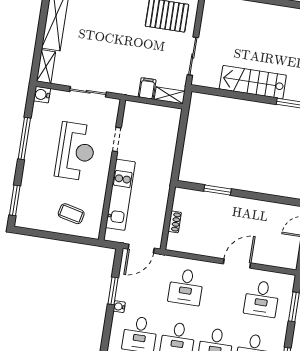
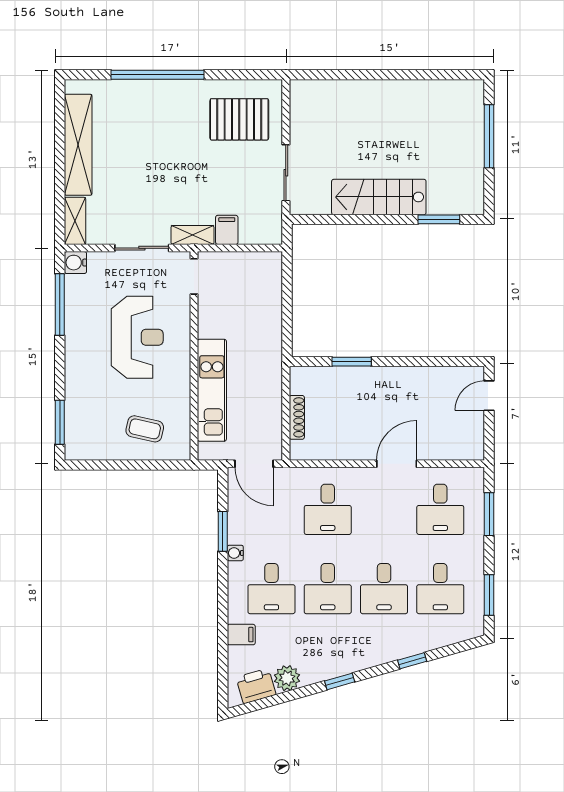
shelving: (170, 95) -> (193, 235), moved
window: (24, 138) -> (60, 304), moved
doorway: (117, 139) -> (194, 276), moved
shoe rack: (175, 222) -> (297, 417), width x1.43
door: (141, 249) -> (254, 464), hinge flipped

